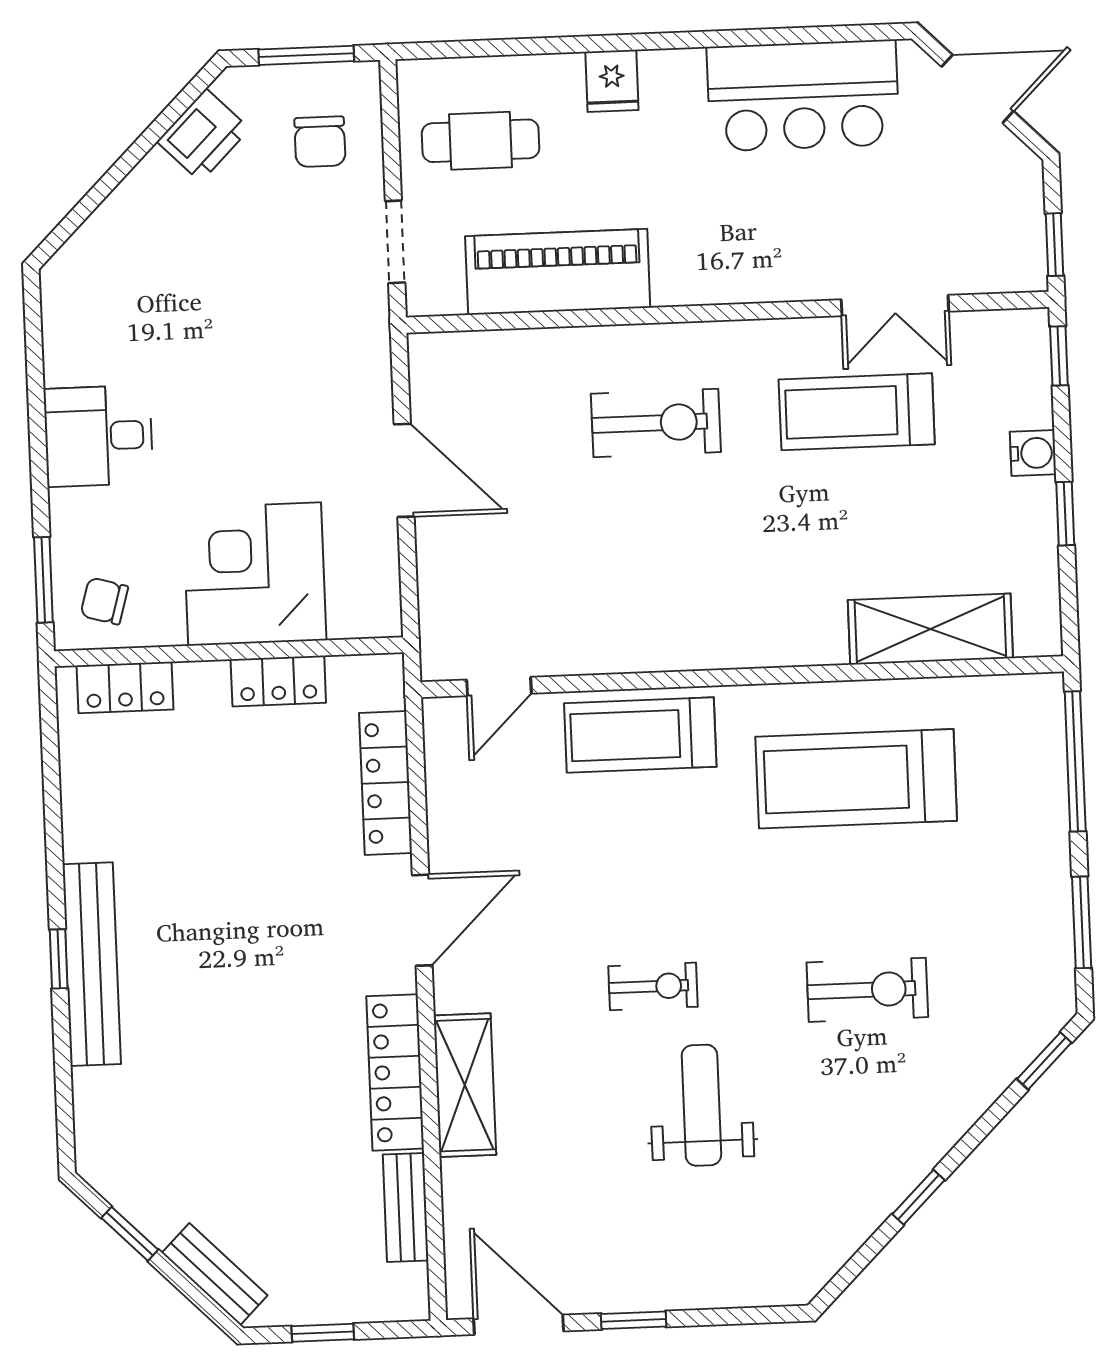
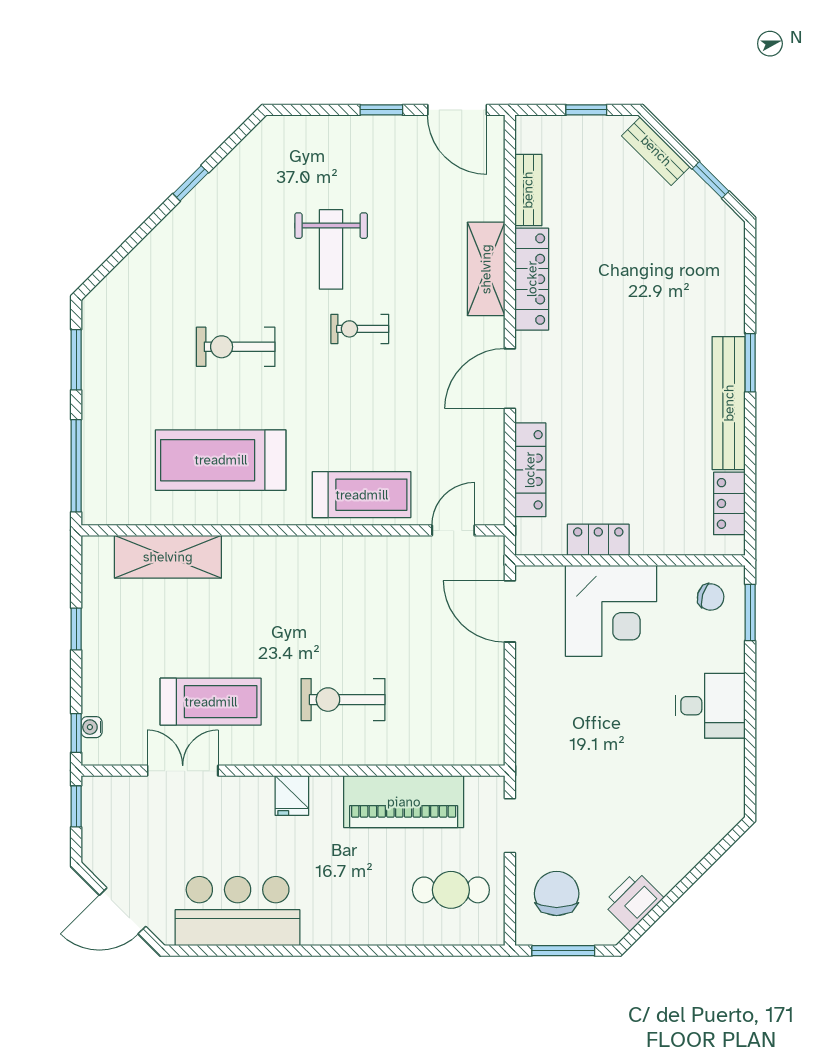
fridge: (612, 81) -> (292, 795), moved, turned 180
chair: (320, 142) -> (557, 894), width x1.37, depth x1.37
water cooler: (1033, 453) -> (92, 727), moved, width x0.72, depth x0.72
door: (404, 470) -> (510, 611), moved
locker: (125, 688) -> (729, 503), moved, turned -90
treadmill: (856, 779) -> (221, 460), turned 180
window: (59, 959) -> (750, 363), width x1.50
bench: (92, 964) -> (729, 403), moved
exercise bike: (867, 990) -> (236, 347), moved
window: (1044, 1061) -> (104, 270), removed

